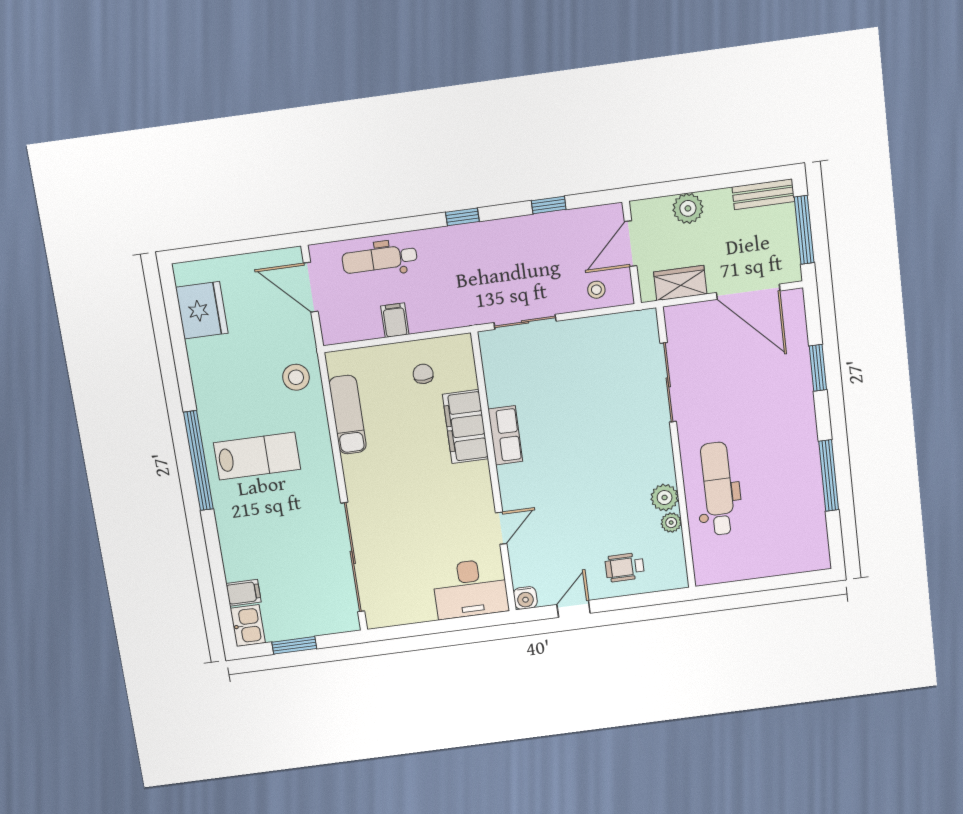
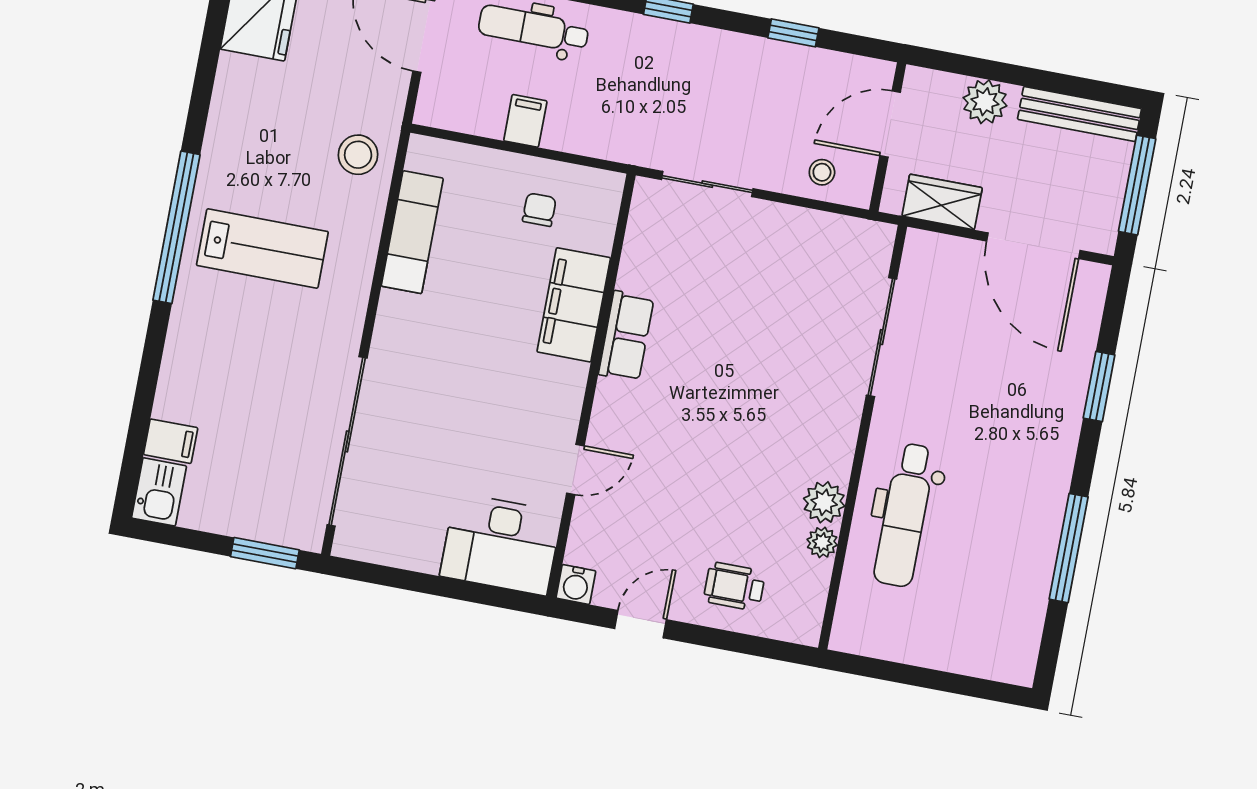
bench: (763, 194) -> (1080, 114), width x1.36
dental chair: (718, 489) -> (905, 515), turned 180
window: (294, 645) -> (265, 553), moved

